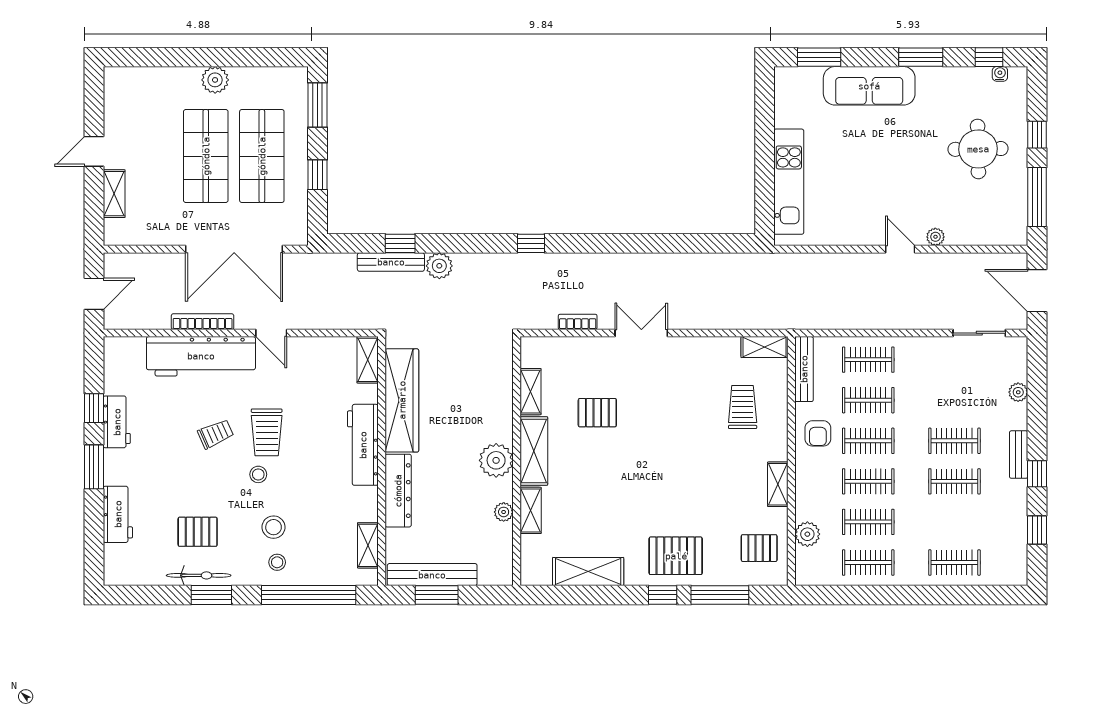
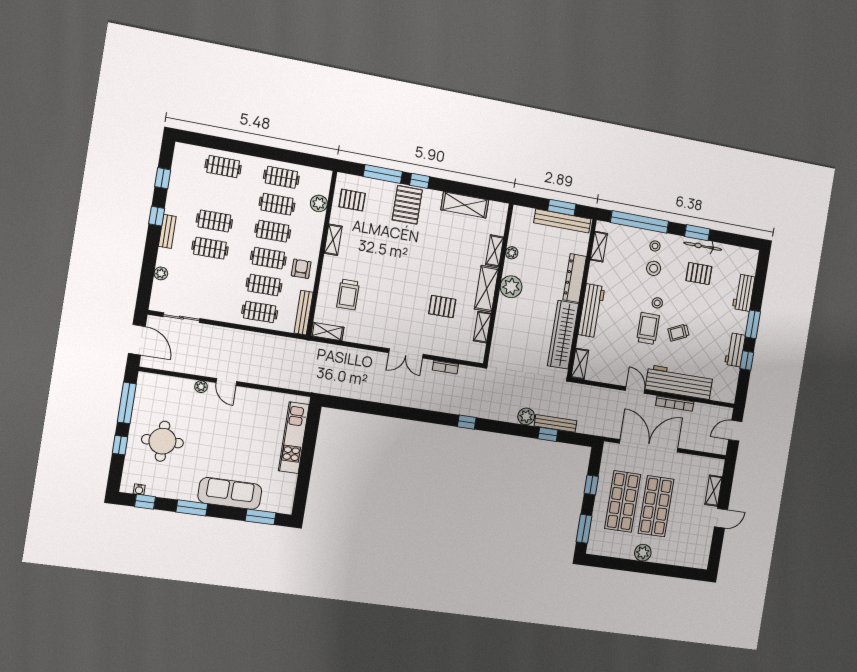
pallet: (676, 556) -> (407, 205), turned 90

